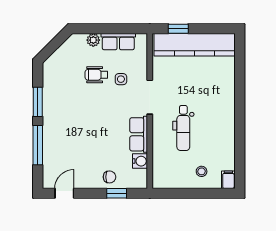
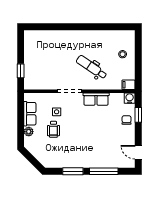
kitchen counter: (195, 45) -> (32, 59), removed
dental chair: (183, 128) -> (92, 67), turned -146
water cooler: (140, 161) -> (130, 98), moved
filing cabinet: (228, 180) -> (128, 85), moved

